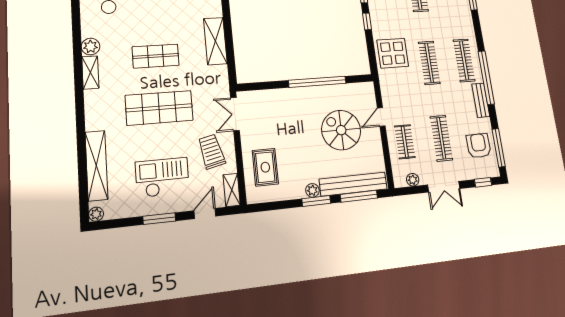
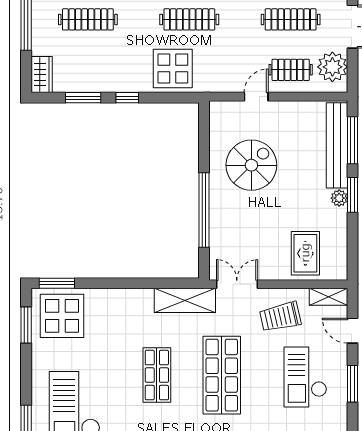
shelving: (215, 41) -> (185, 300), moved
window: (317, 82) -> (204, 210), moved
double door: (235, 114) -> (237, 284), swing flipped
door: (381, 117) -> (256, 97), swing flipped
spiral stairs: (341, 130) -> (251, 165), moved, turned 180
rug: (265, 167) -> (305, 253), turned 90
plant: (413, 180) -> (332, 67), width x1.87, depth x1.87

